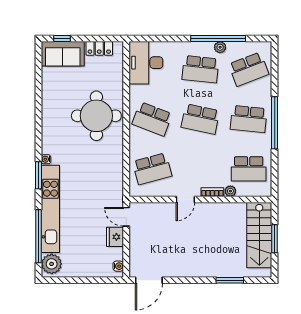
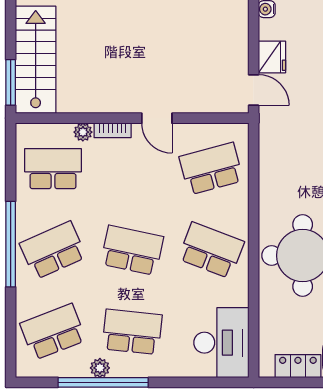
school desk: (249, 119) -> (53, 250), turned -30
door: (185, 200) -> (157, 118), swing flipped
window: (275, 239) -> (11, 82), moved

